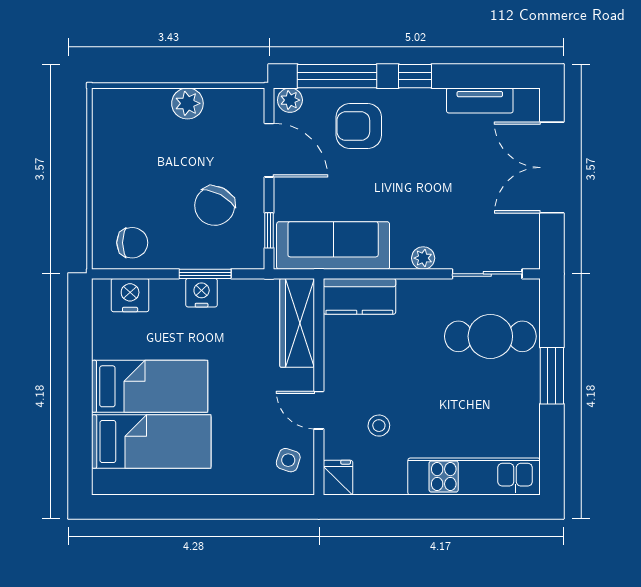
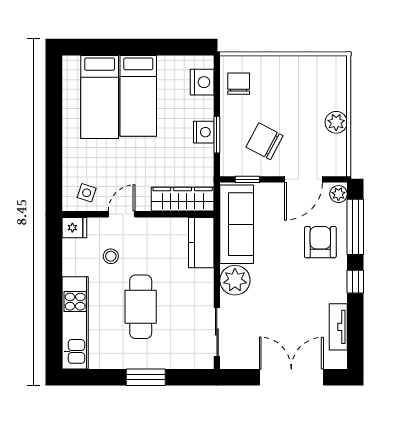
chair: (132, 243) -> (239, 84), turned 180
plant: (423, 258) -> (235, 280), width x1.88, depth x1.88
cafe table: (490, 336) -> (141, 307), moved

